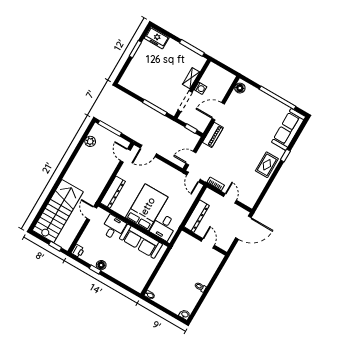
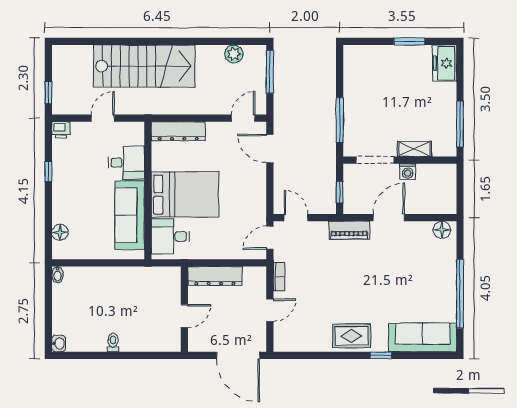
door: (218, 111) -> (389, 218), hinge flipped
stairs: (58, 211) -> (144, 66), moved
door: (92, 213) -> (103, 118), moved
floor lamp: (101, 265) -> (60, 232), moved

